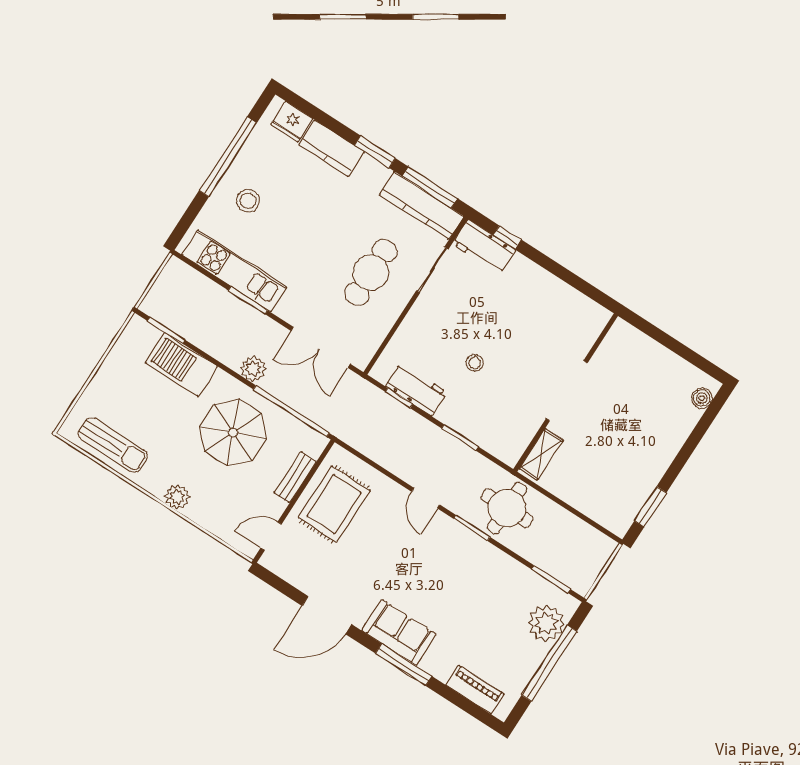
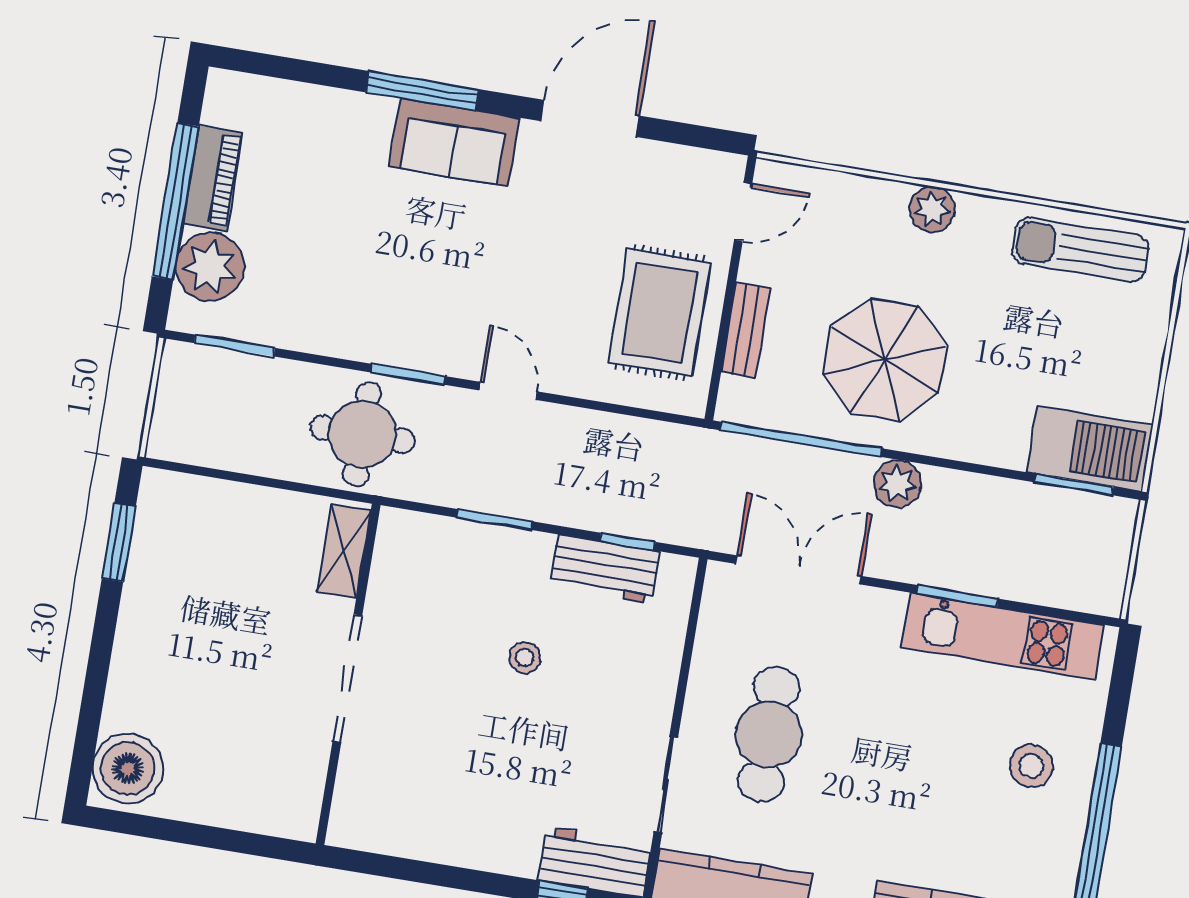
barbecue: (182, 365) -> (1090, 449), moved
boiler: (702, 398) -> (128, 768), width x1.86, depth x1.86
piano: (475, 690) -> (213, 178), moved, turned -90

